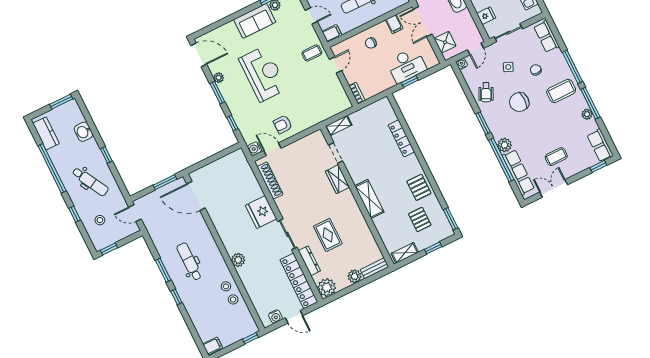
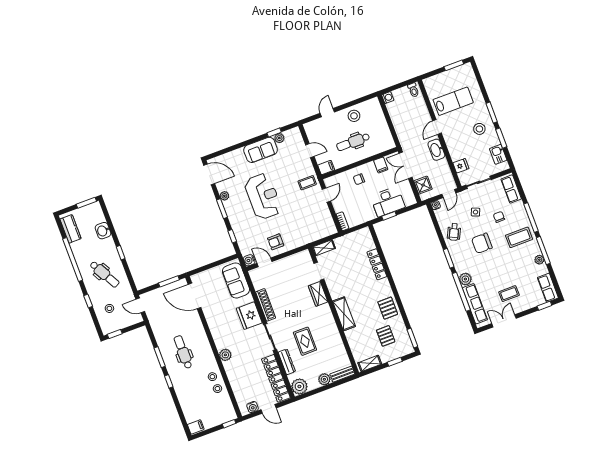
sofa: (242, 173) -> (236, 280), added
shoe rack: (270, 181) -> (266, 305), moved

